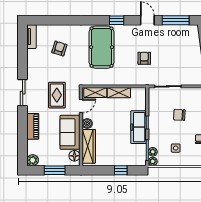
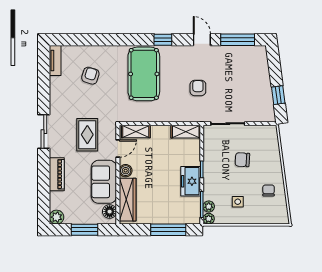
shelving: (119, 93) -> (186, 132), moved
freezer: (139, 127) -> (191, 181), width x0.71
window: (121, 170) -> (168, 230), width x2.17

